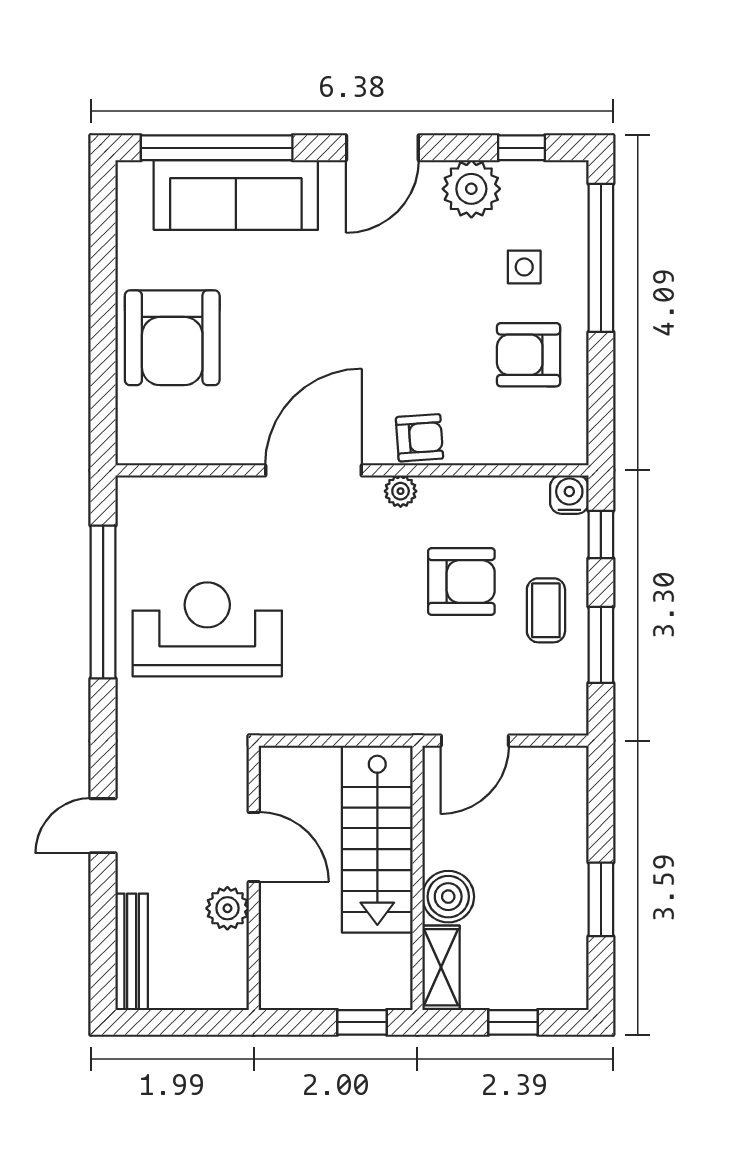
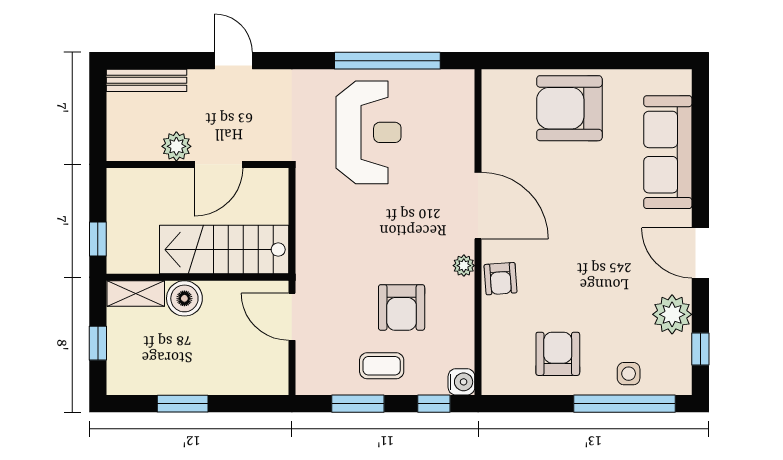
window: (217, 148) -> (700, 139), removed
side table: (524, 267) -> (629, 374), moved

